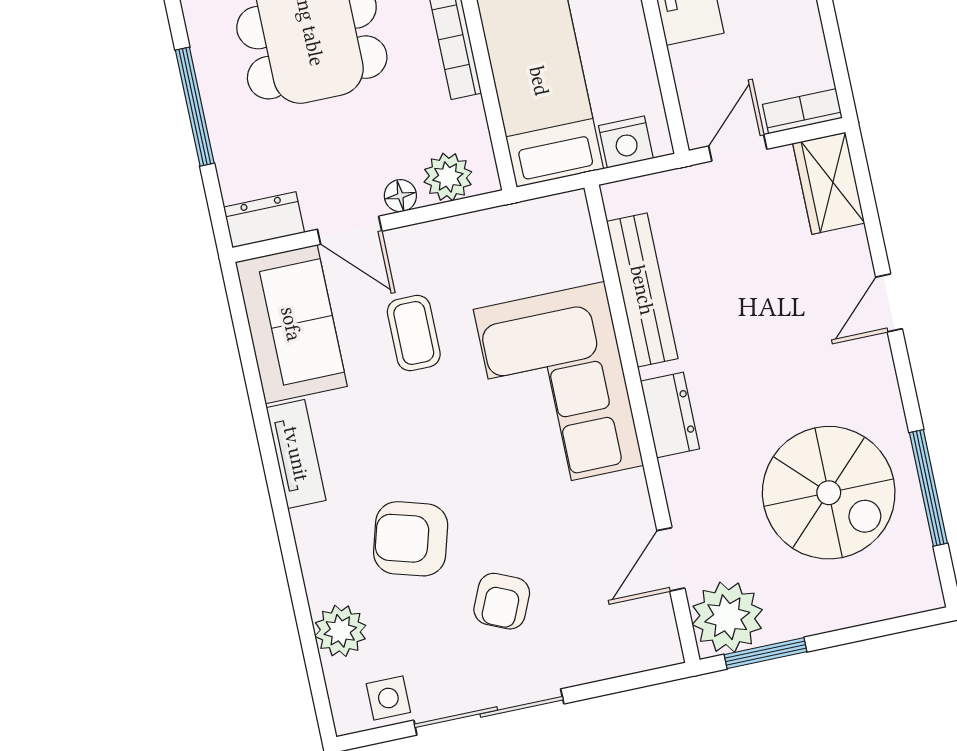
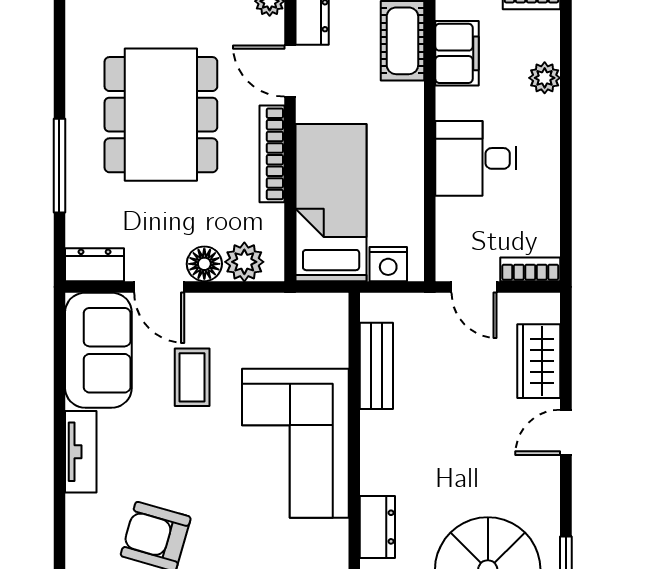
door: (738, 148) -> (474, 287), swing flipped
wardrobe: (829, 183) -> (539, 361), moved
floor lamp: (400, 196) -> (204, 264), width x1.37, depth x1.37
bench: (642, 290) -> (376, 366), width x0.73
dresser: (670, 415) -> (377, 527), moved

